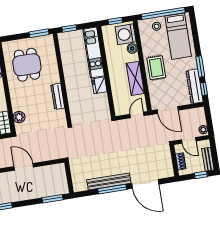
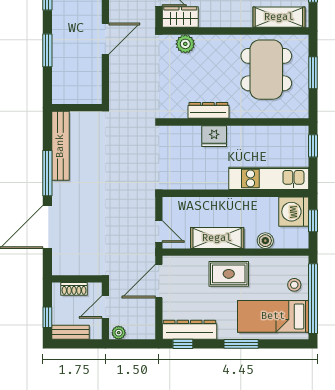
window: (39, 33) -> (313, 73), moved
washing machine: (126, 34) -> (294, 212), moved, turned -90
dining table: (27, 65) -> (266, 70), width x1.38
window: (200, 66) -> (241, 344), moved
fridge: (99, 85) -> (214, 136), moved, turned 180
bench: (109, 181) -> (60, 146), moved
window: (52, 199) -> (47, 50), moved

